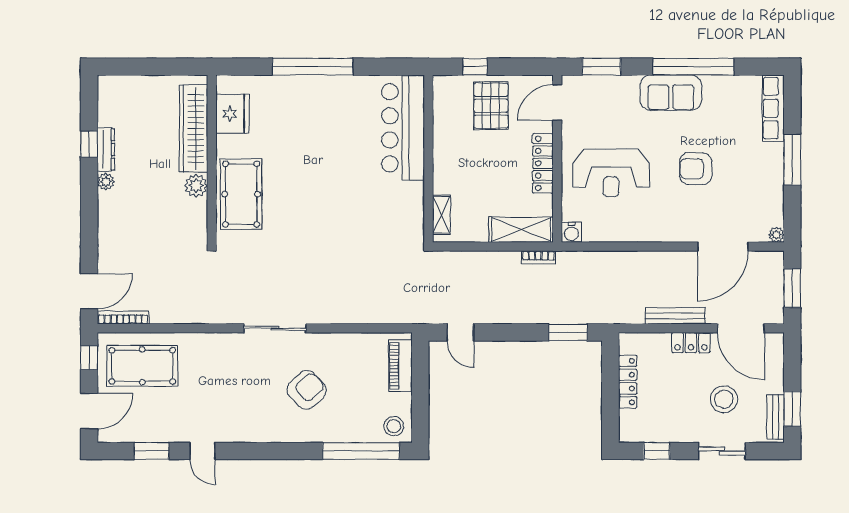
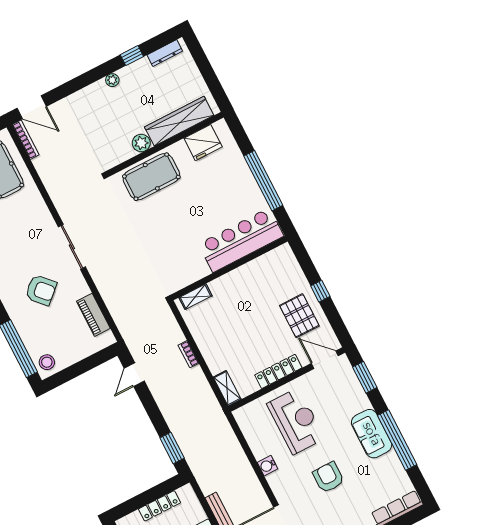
pallet: (491, 106) -> (299, 316), turned 90
bar counter: (403, 128) -> (241, 240), moved
dresser: (106, 149) -> (165, 53), moved
wall: (428, 159) -> (229, 268), moved
reception desk: (611, 173) -> (296, 421), turned 180
shelving: (441, 215) -> (195, 297), moved
shelving: (521, 230) -> (227, 388), width x0.67, depth x0.75
water cooler: (571, 232) -> (267, 466), moved
bookcase: (538, 257) -> (188, 354), moved
piano: (400, 366) -> (93, 315), moved, turned -90

